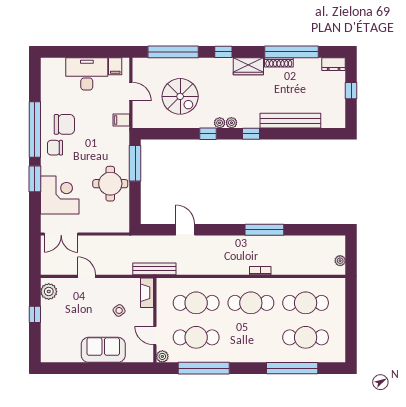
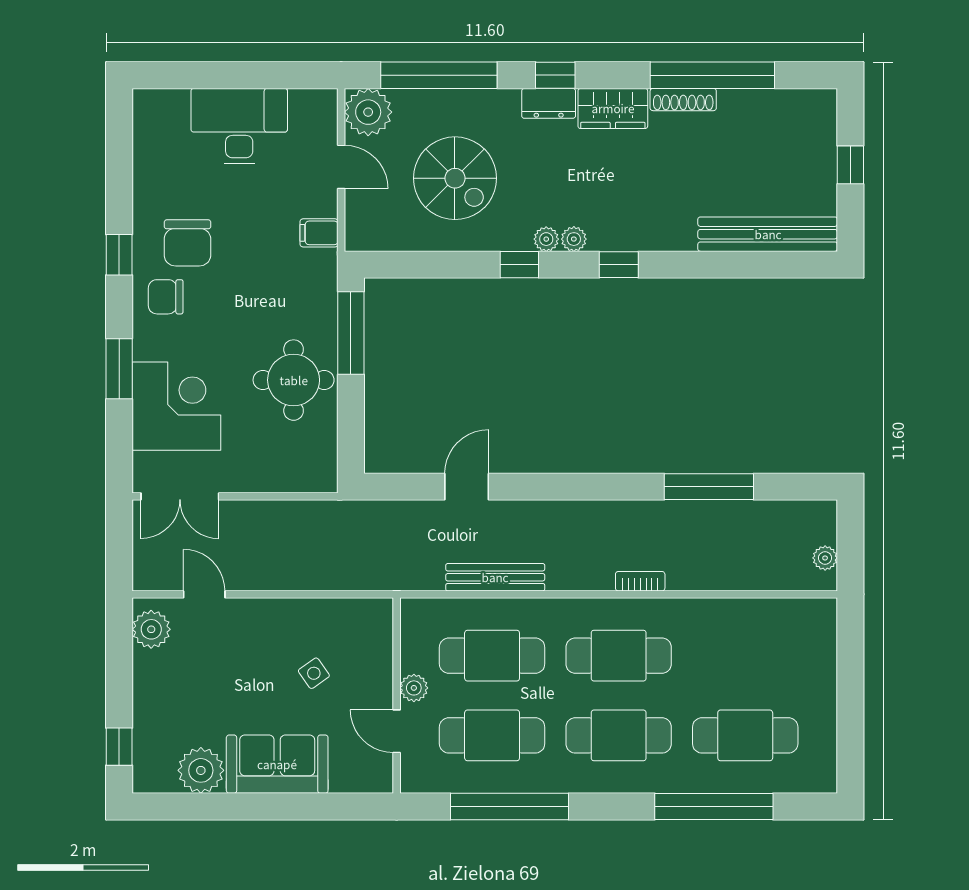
dresser: (334, 64) -> (549, 103), moved
filing cabinet: (115, 66) -> (305, 108), removed
plant: (143, 68) -> (368, 112), added
bench: (290, 121) -> (768, 234), moved
chair: (64, 124) -> (187, 243), turned 90
window: (35, 129) -> (119, 255), width x0.32
door: (185, 230) -> (467, 487), hinge flipped
window: (264, 230) -> (709, 487), moved
bench: (154, 269) -> (495, 577), moved
door: (87, 276) -> (204, 594), moved
fireplace: (147, 293) -> (379, 632), removed
cafe table: (306, 303) -> (619, 735), moved
window: (35, 314) -> (119, 747), moved
plant: (70, 353) -> (201, 770), added
plant: (162, 356) -> (414, 688), moved

